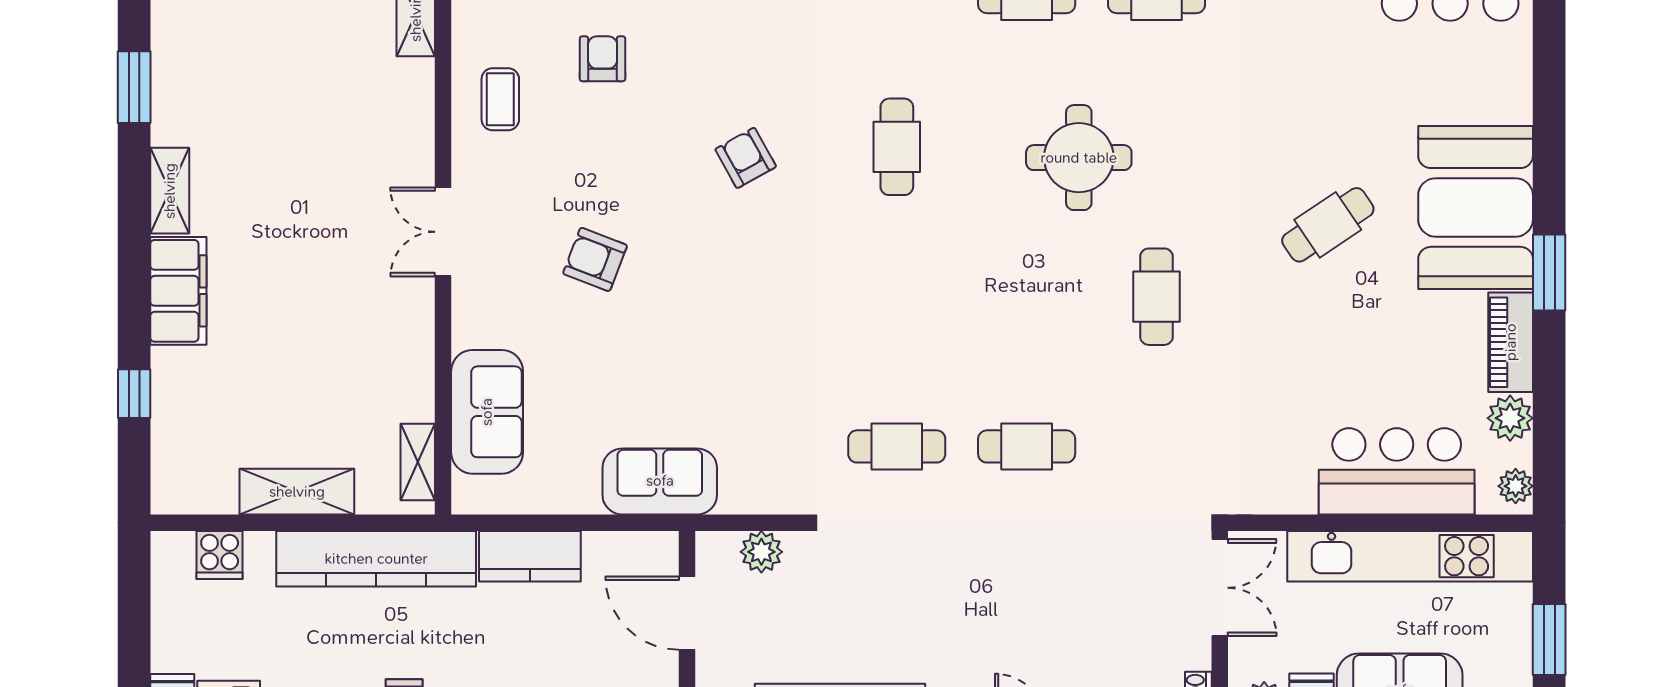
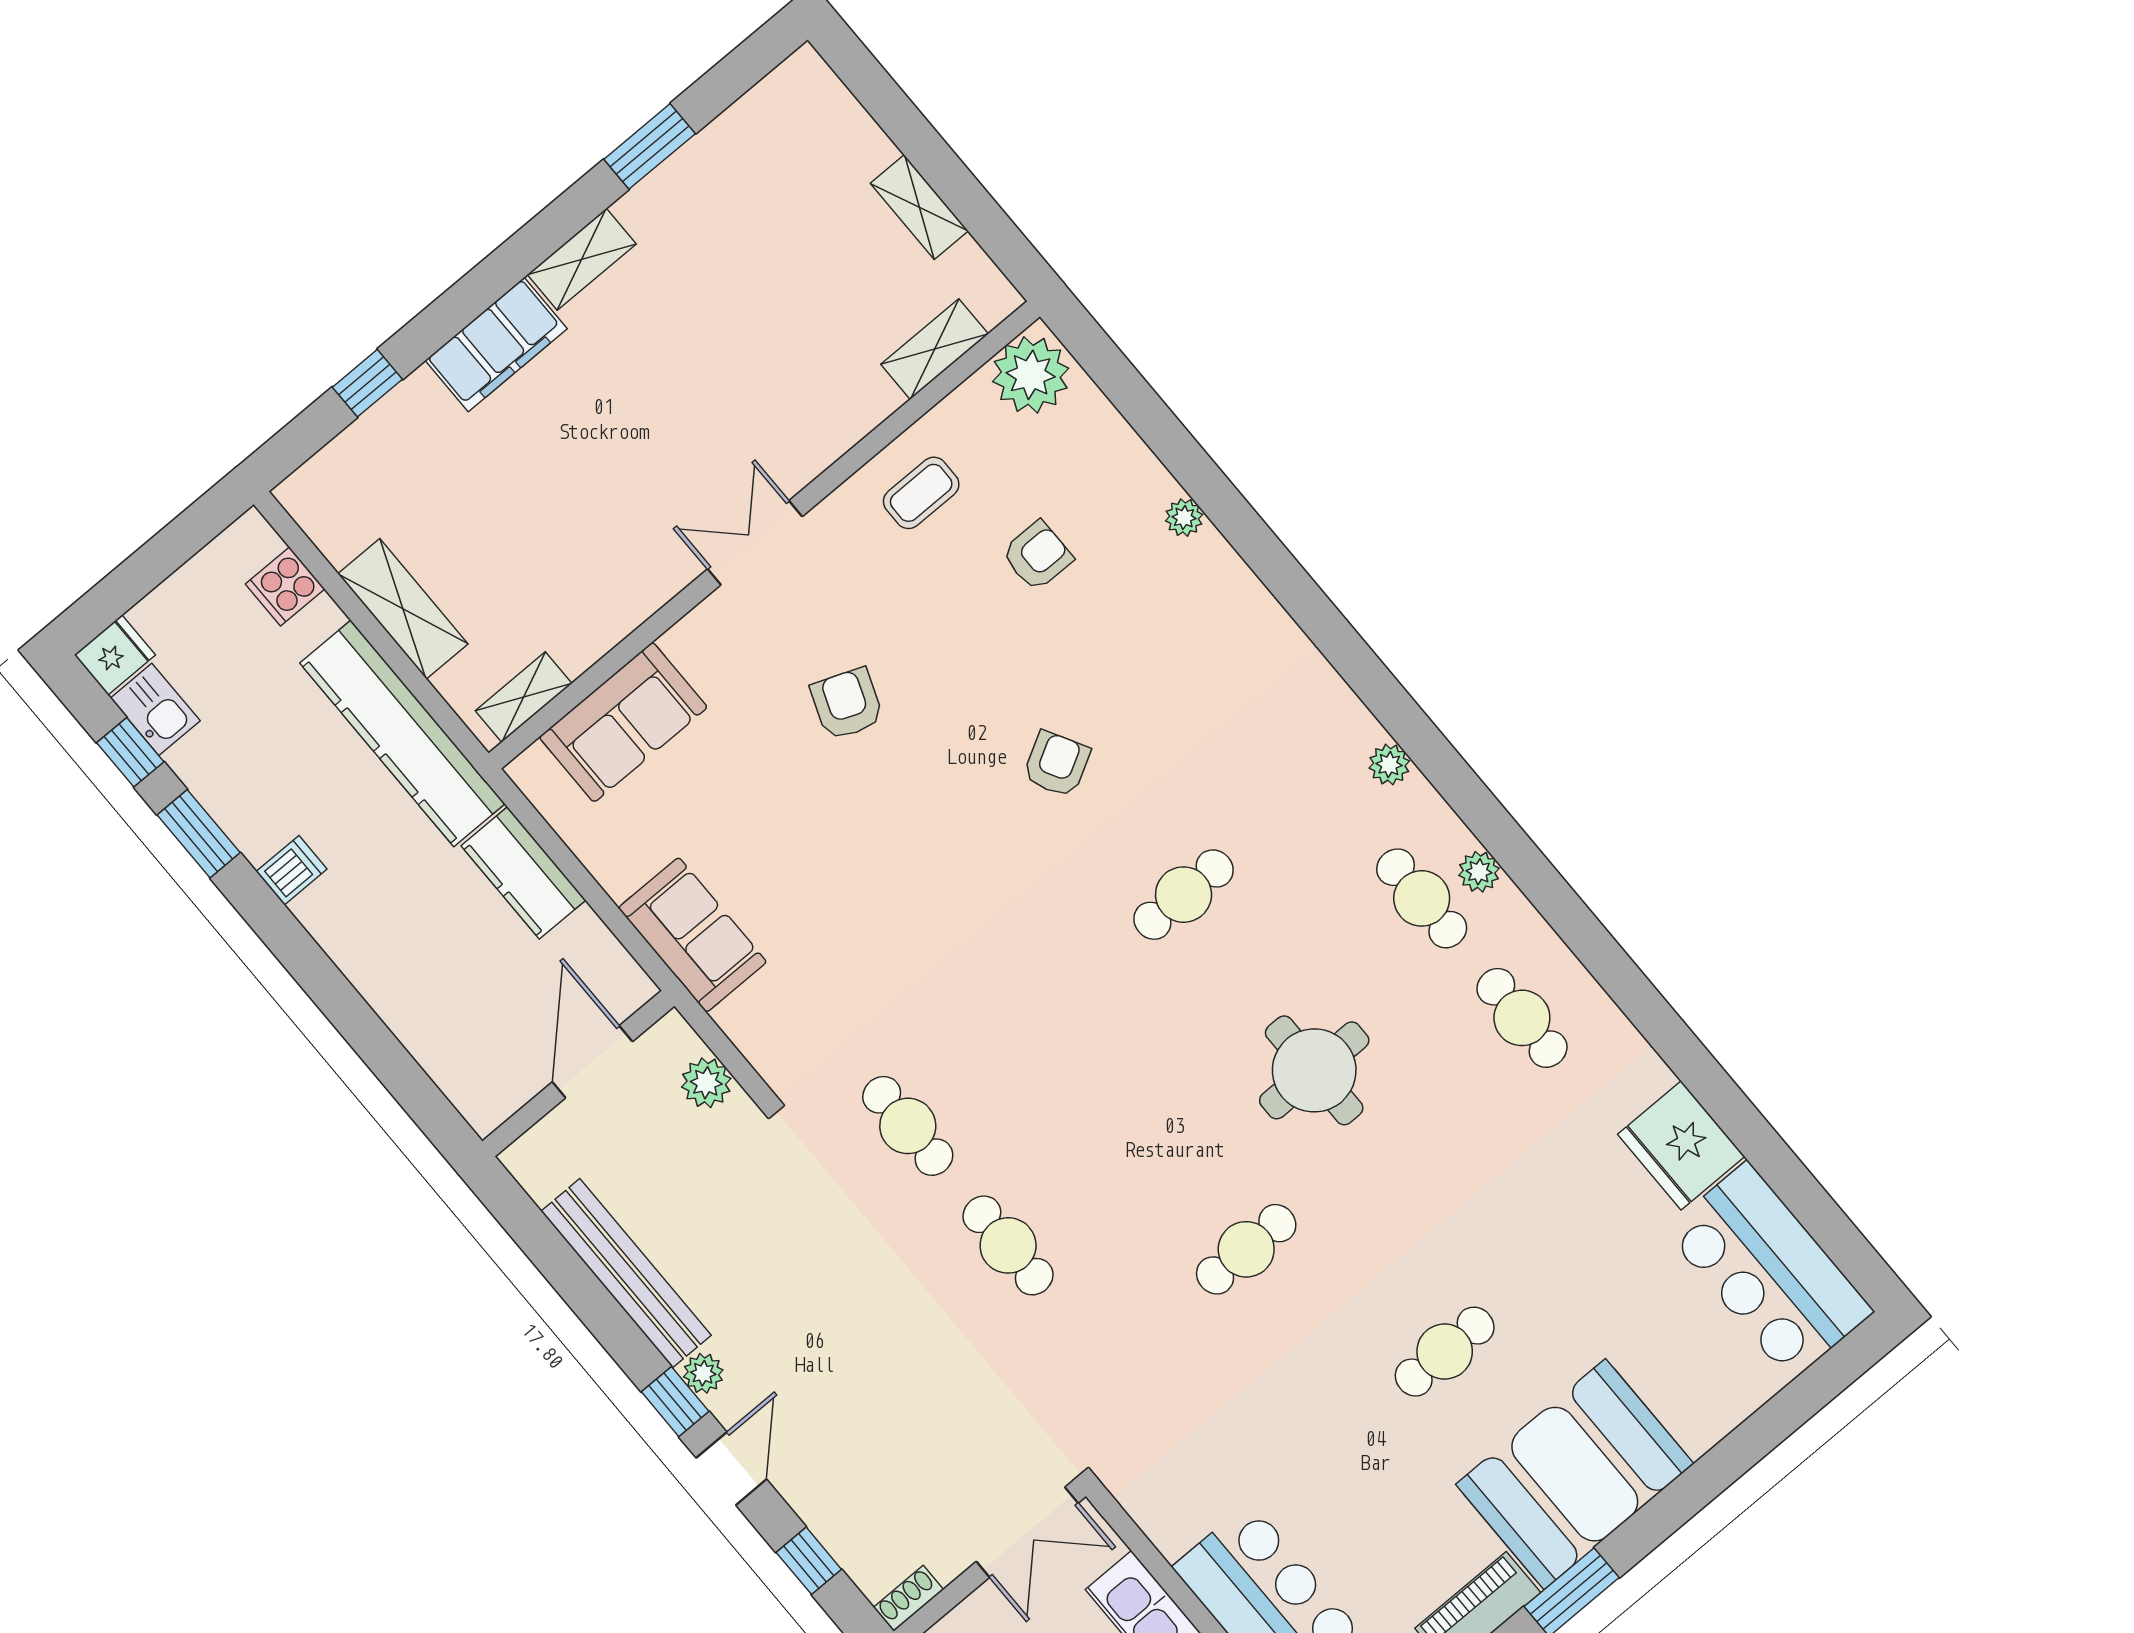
cafe table: (1328, 225) -> (1445, 1352), turned -56

